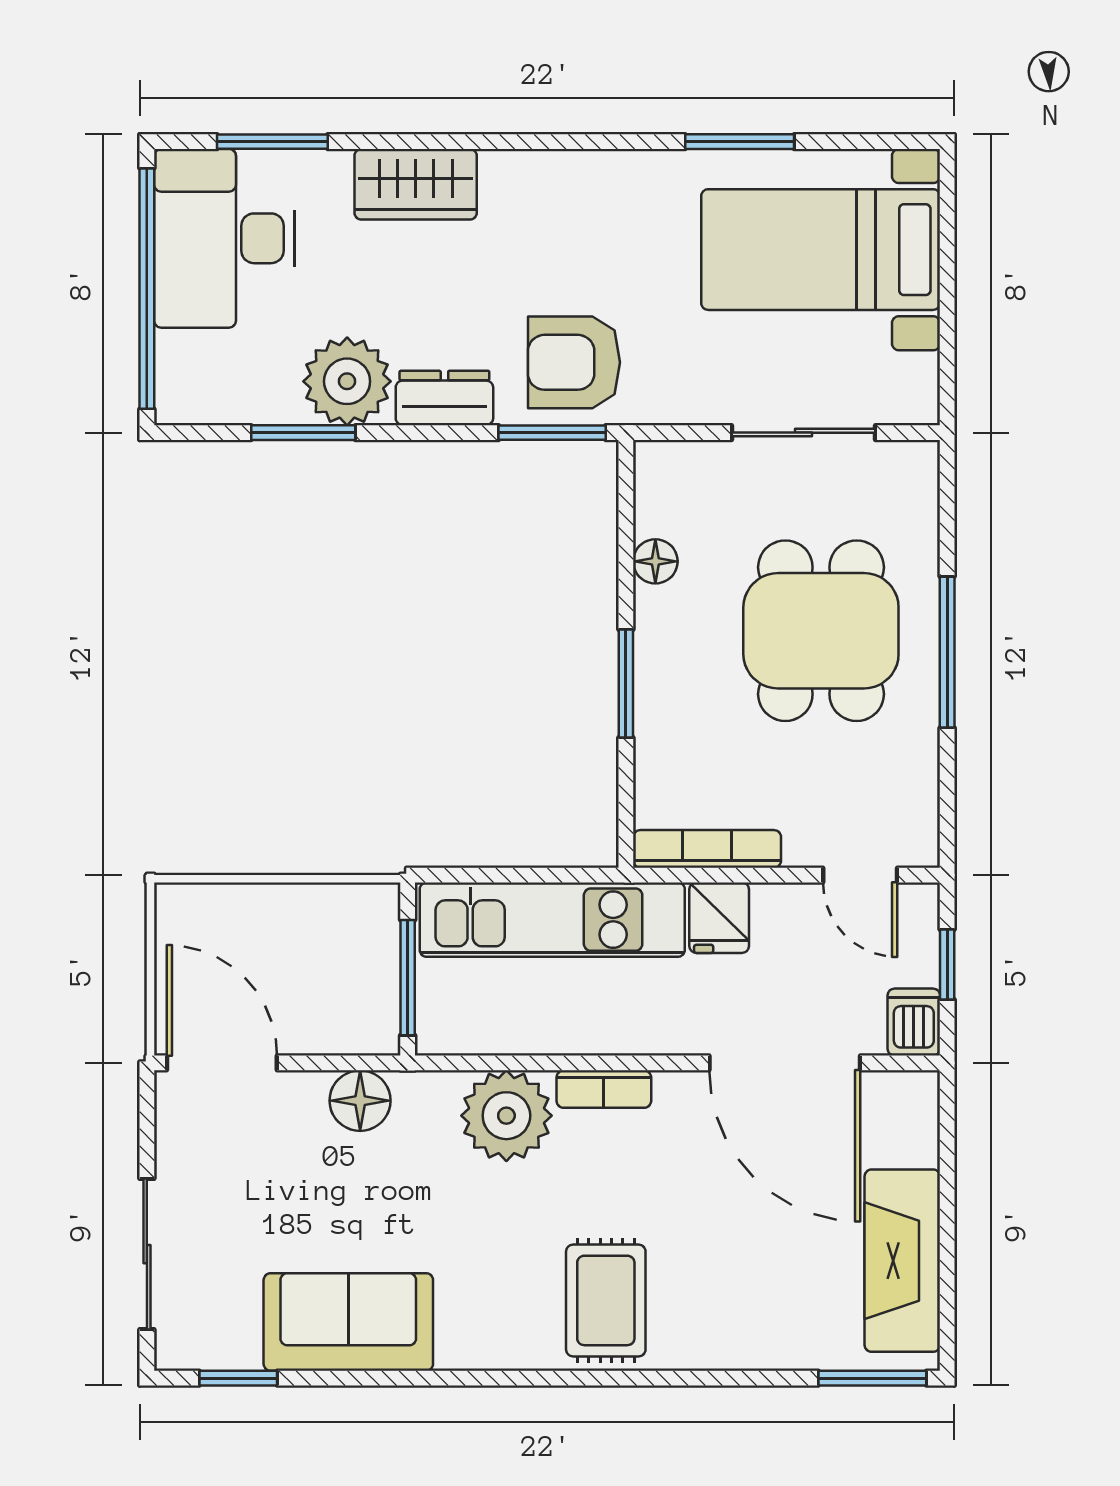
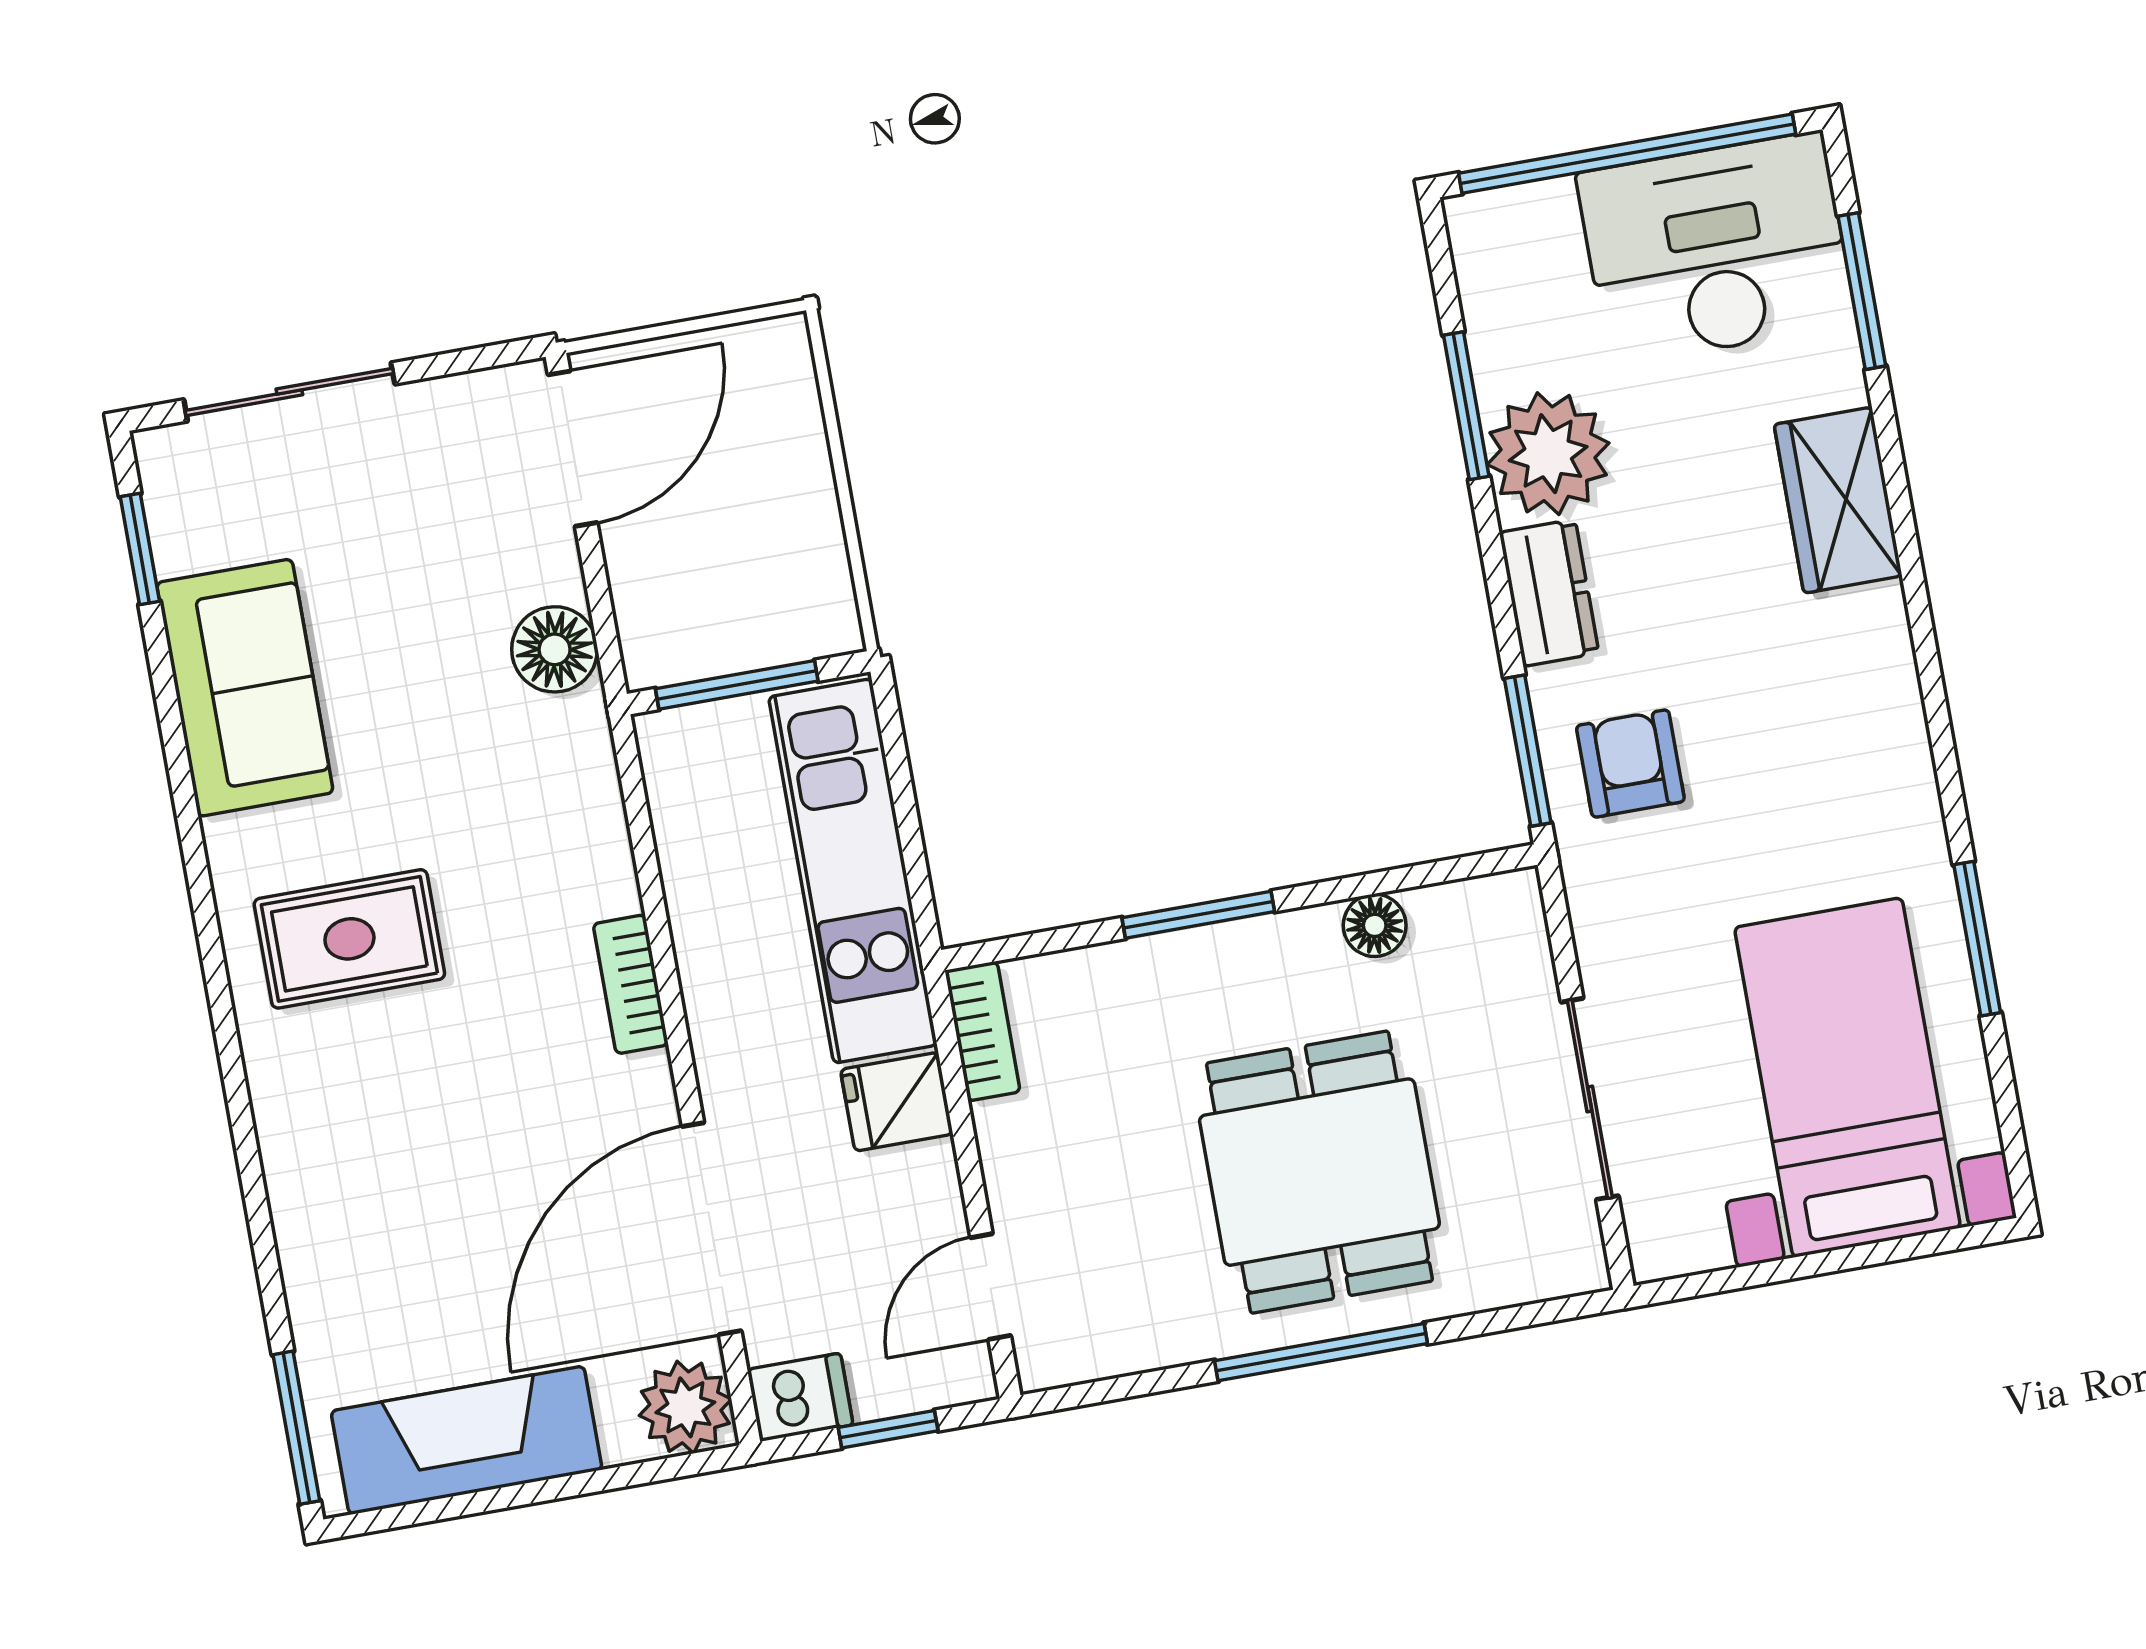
armchair: (574, 362) -> (1630, 764), width x0.72, depth x0.72
dining table: (821, 631) -> (1319, 1172), turned 90
bookcase: (707, 849) -> (982, 1031), width x0.64
plant: (506, 1116) -> (685, 1407), moved, width x0.73, depth x0.73
rug: (606, 1300) -> (349, 939), moved

